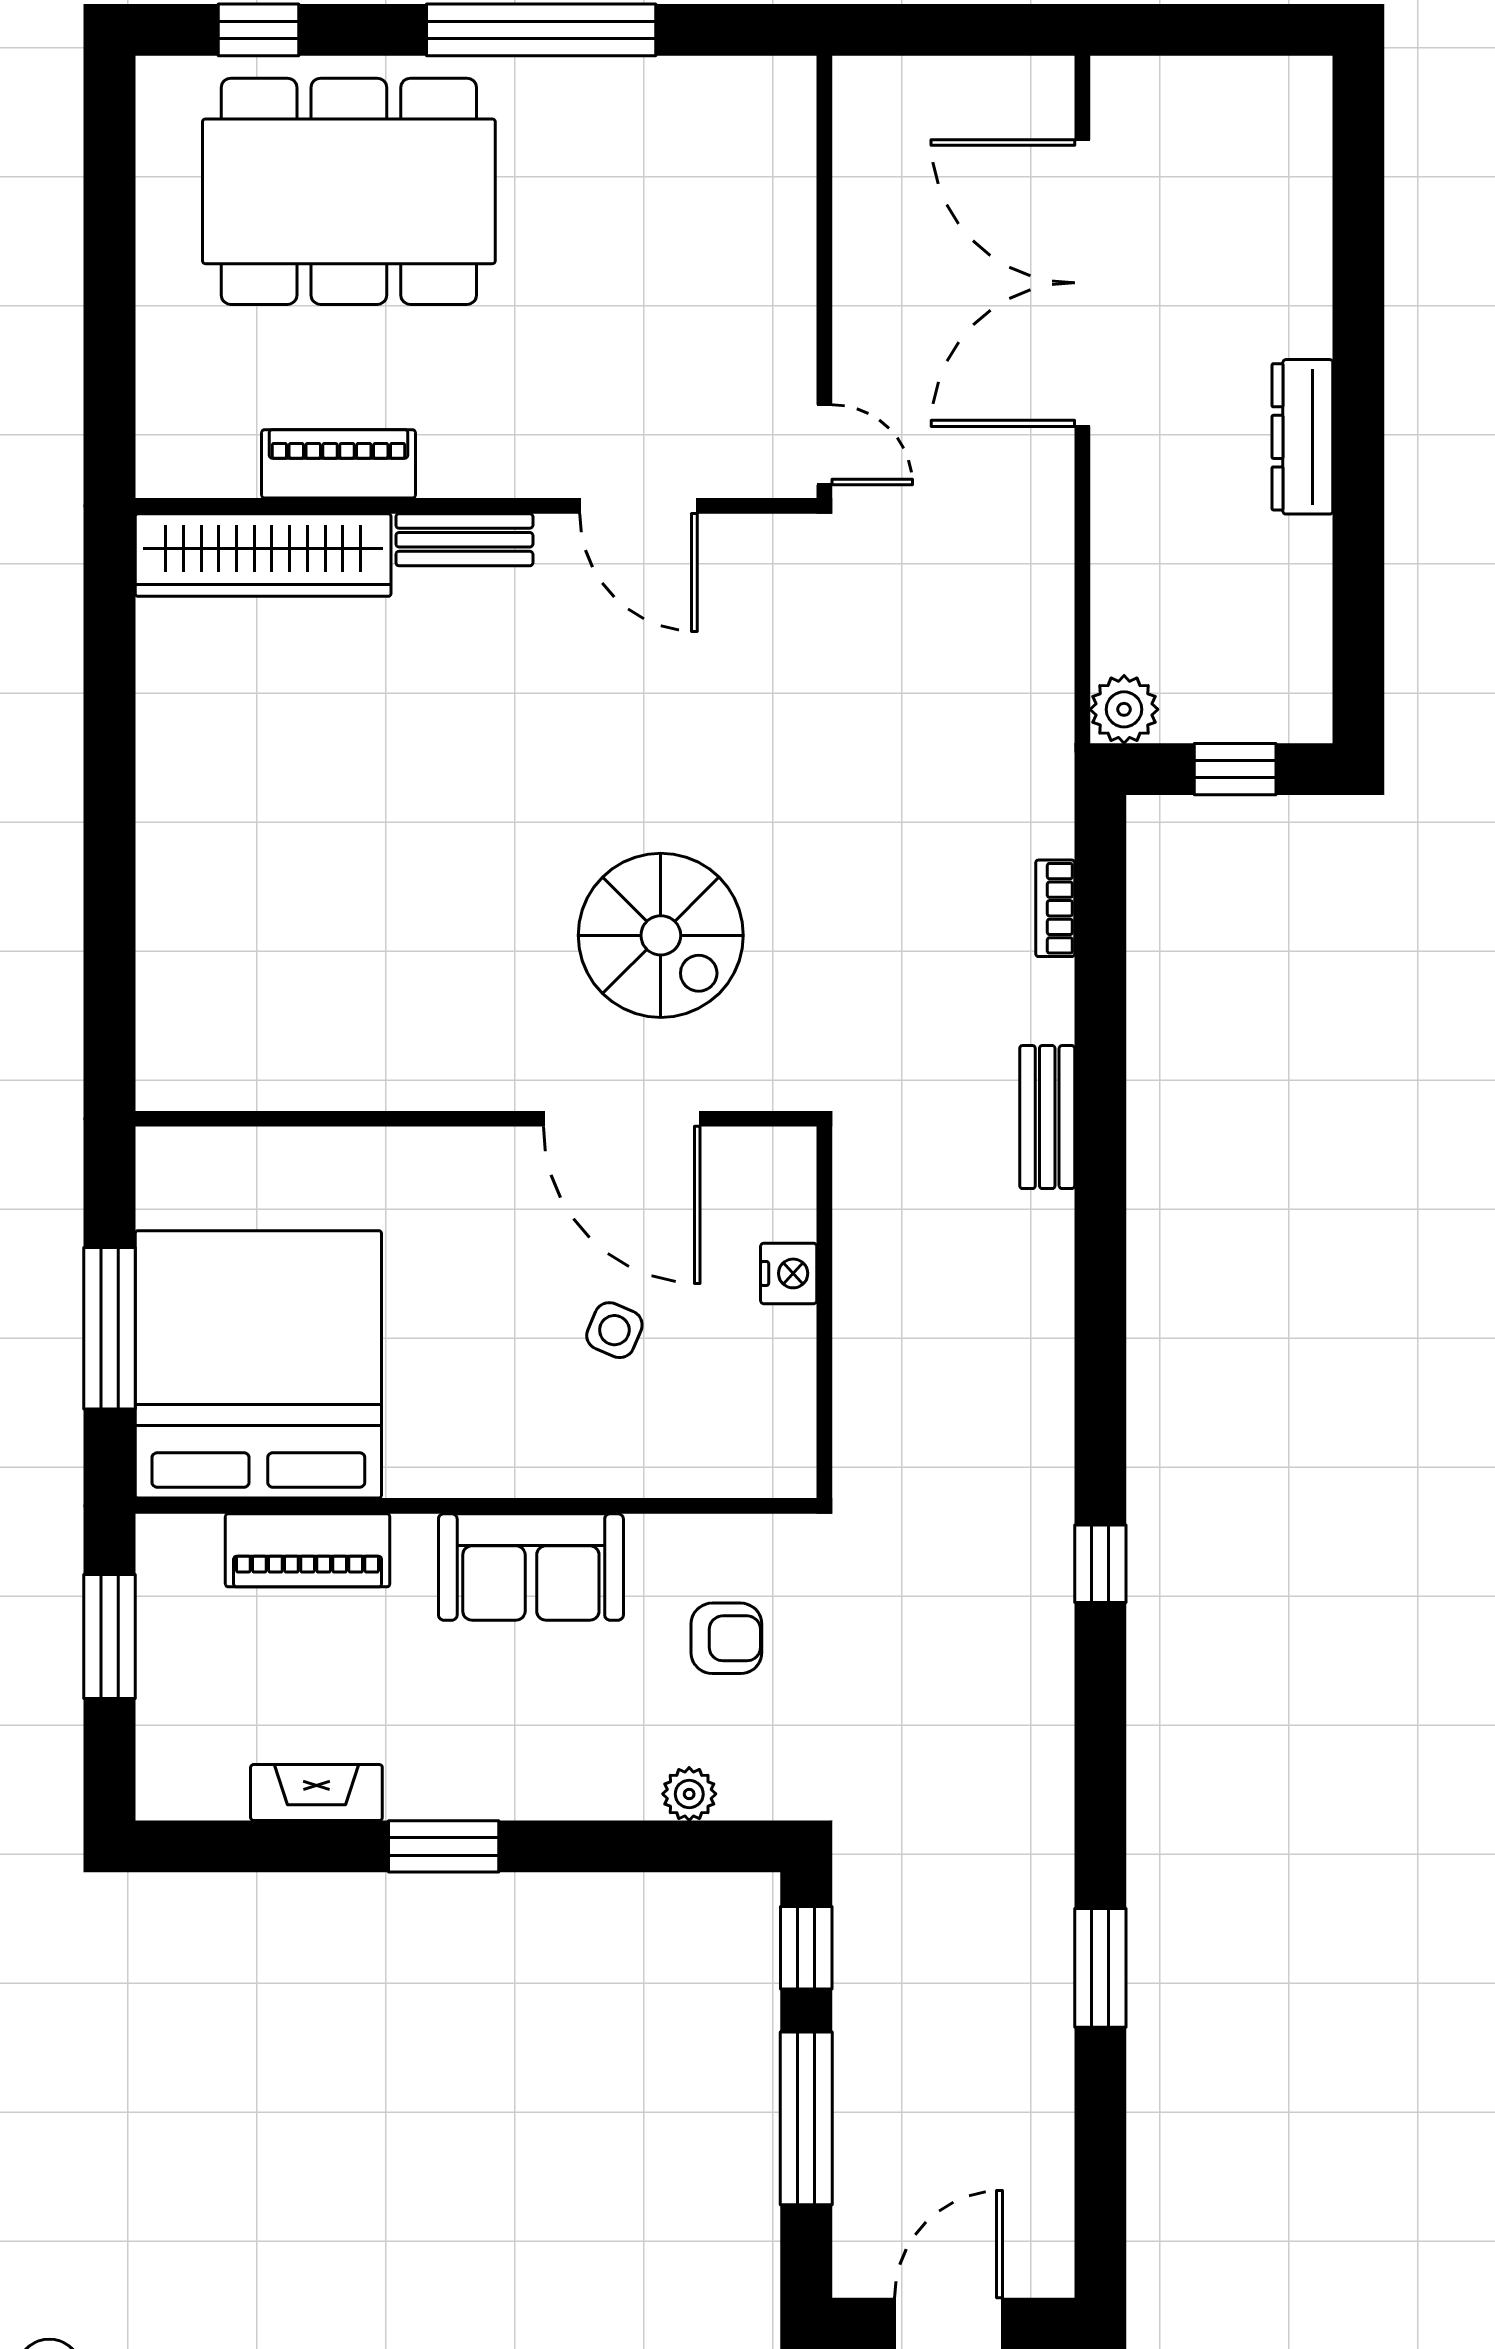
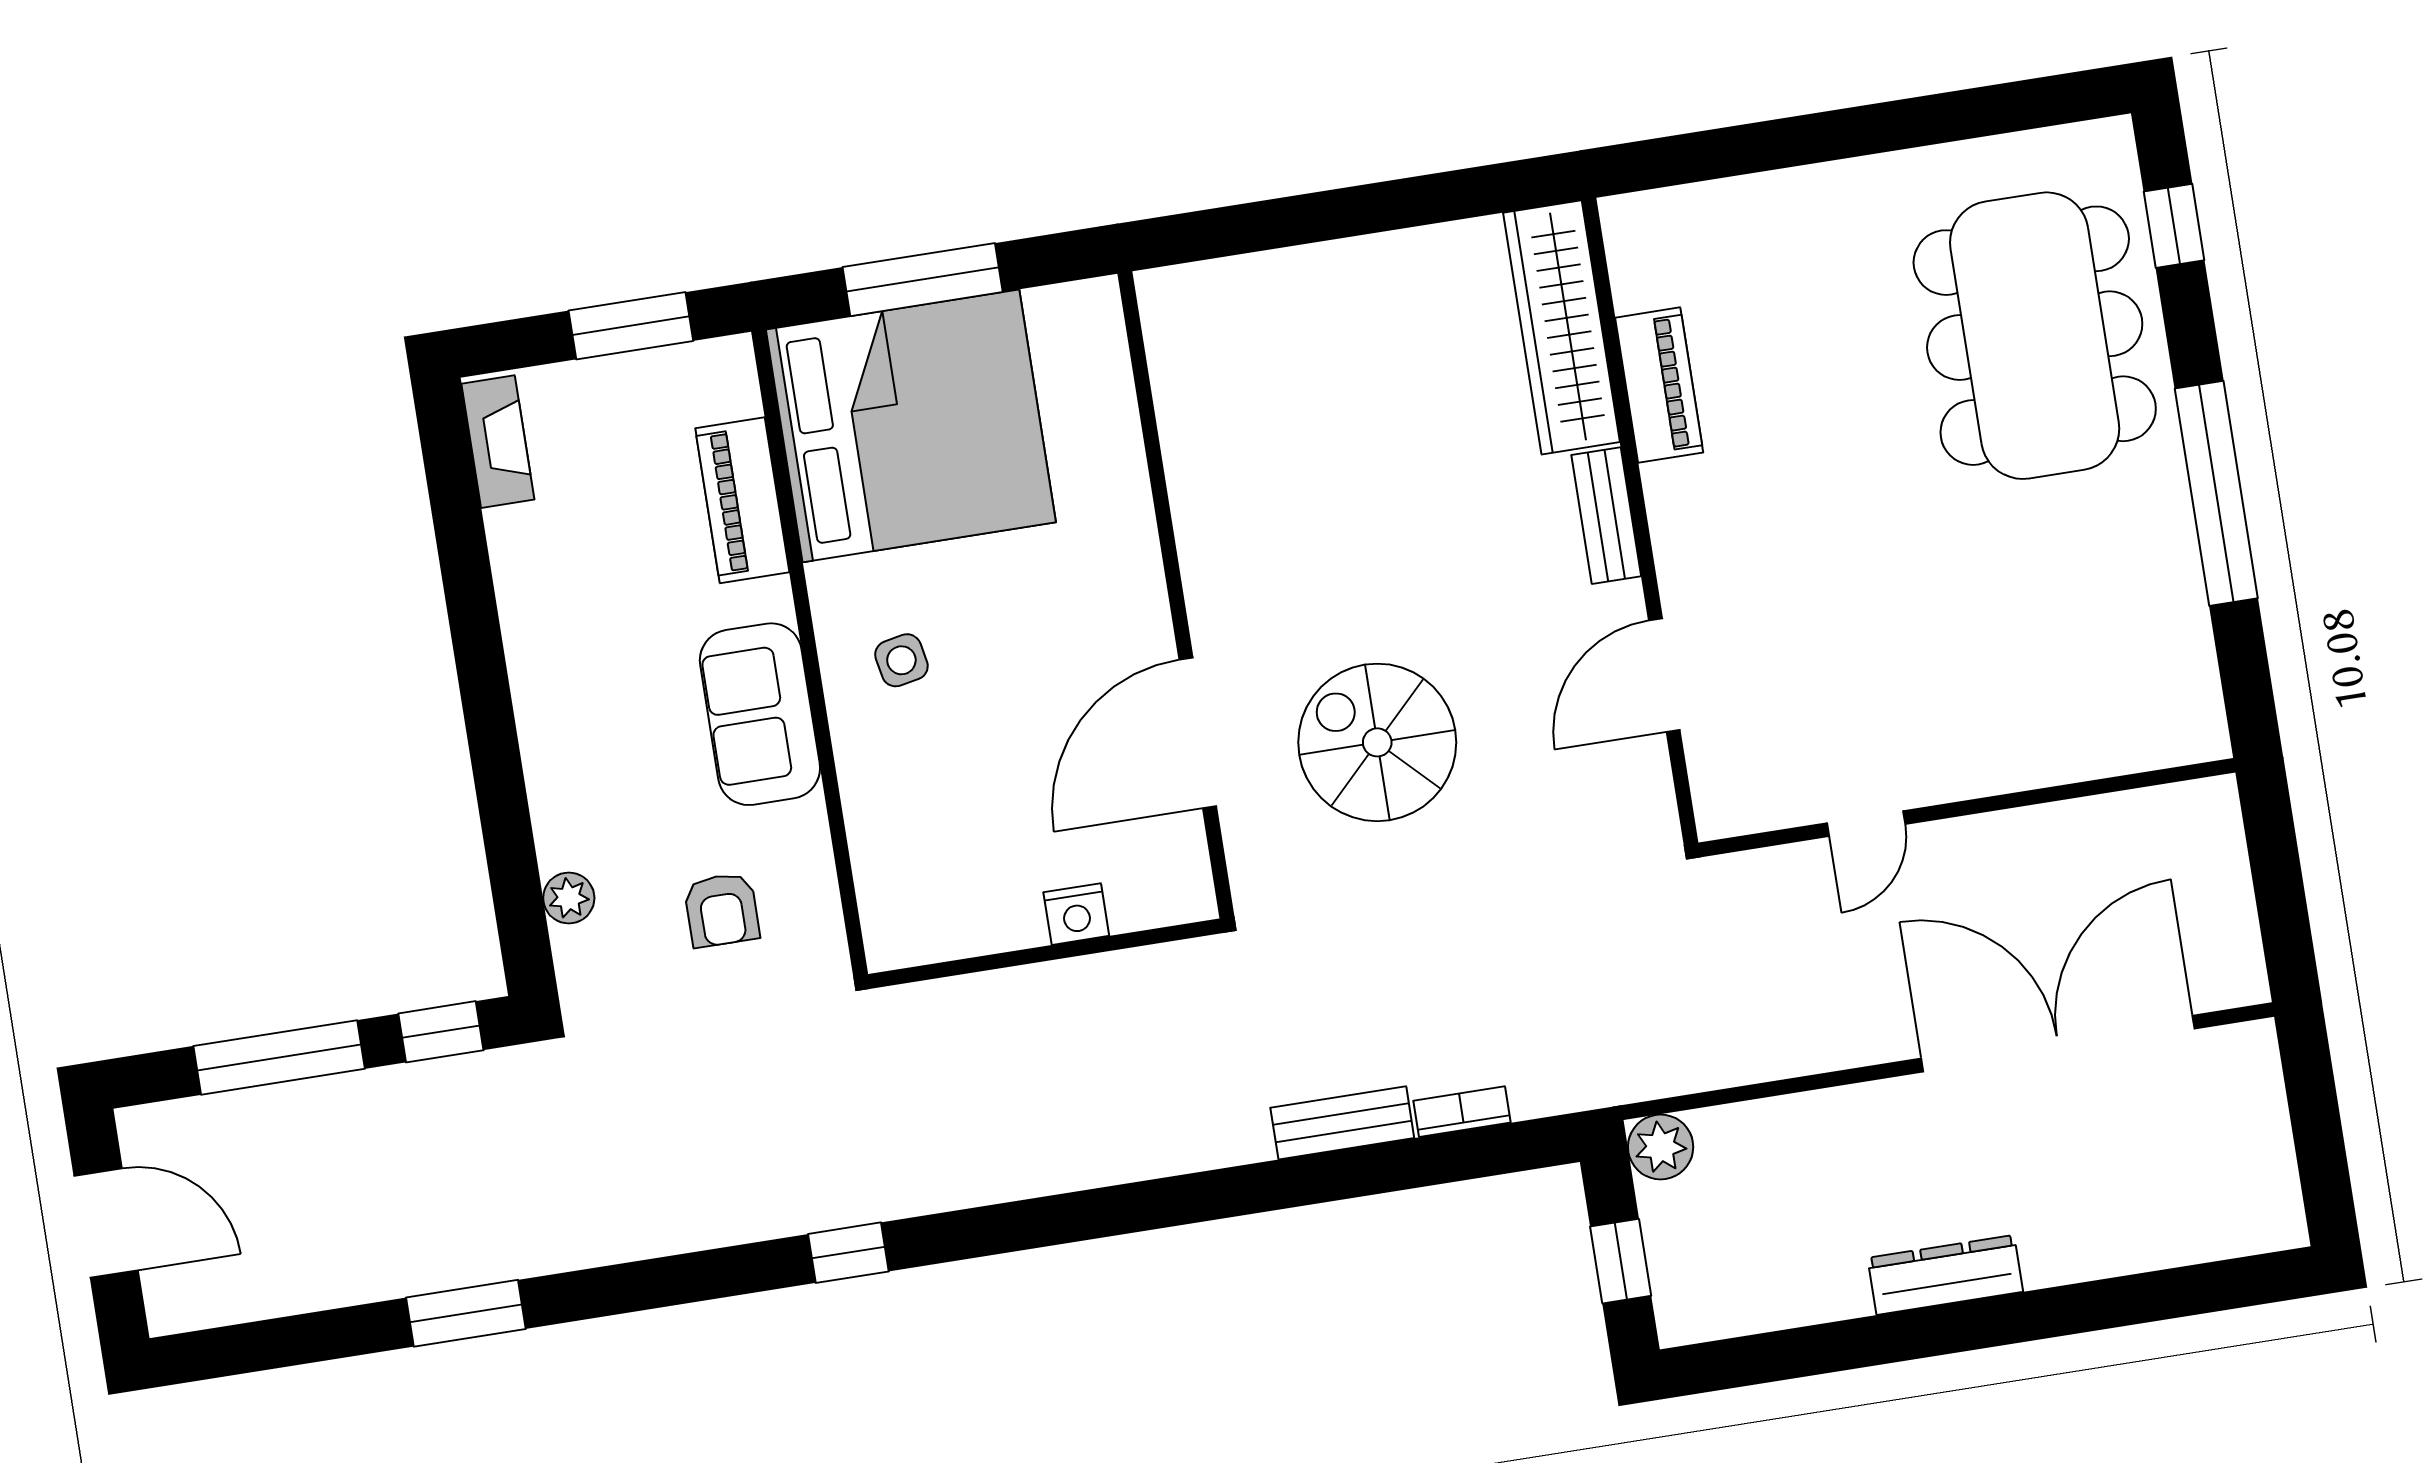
piano: (338, 464) -> (1659, 385), moved
wall: (476, 506) -> (1640, 521), moved
door: (638, 506) -> (1664, 675), moved
bench: (464, 540) -> (1606, 516), moved
wardrobe: (263, 555) -> (1562, 327), moved
spiral stairs: (661, 935) -> (1377, 742), turned 90
bench: (1047, 1117) -> (1342, 1123), moved
side table: (614, 1330) -> (901, 660), moved, turned -34
fireplace: (316, 1793) -> (498, 442), moved
window: (444, 1846) -> (482, 673), removed

